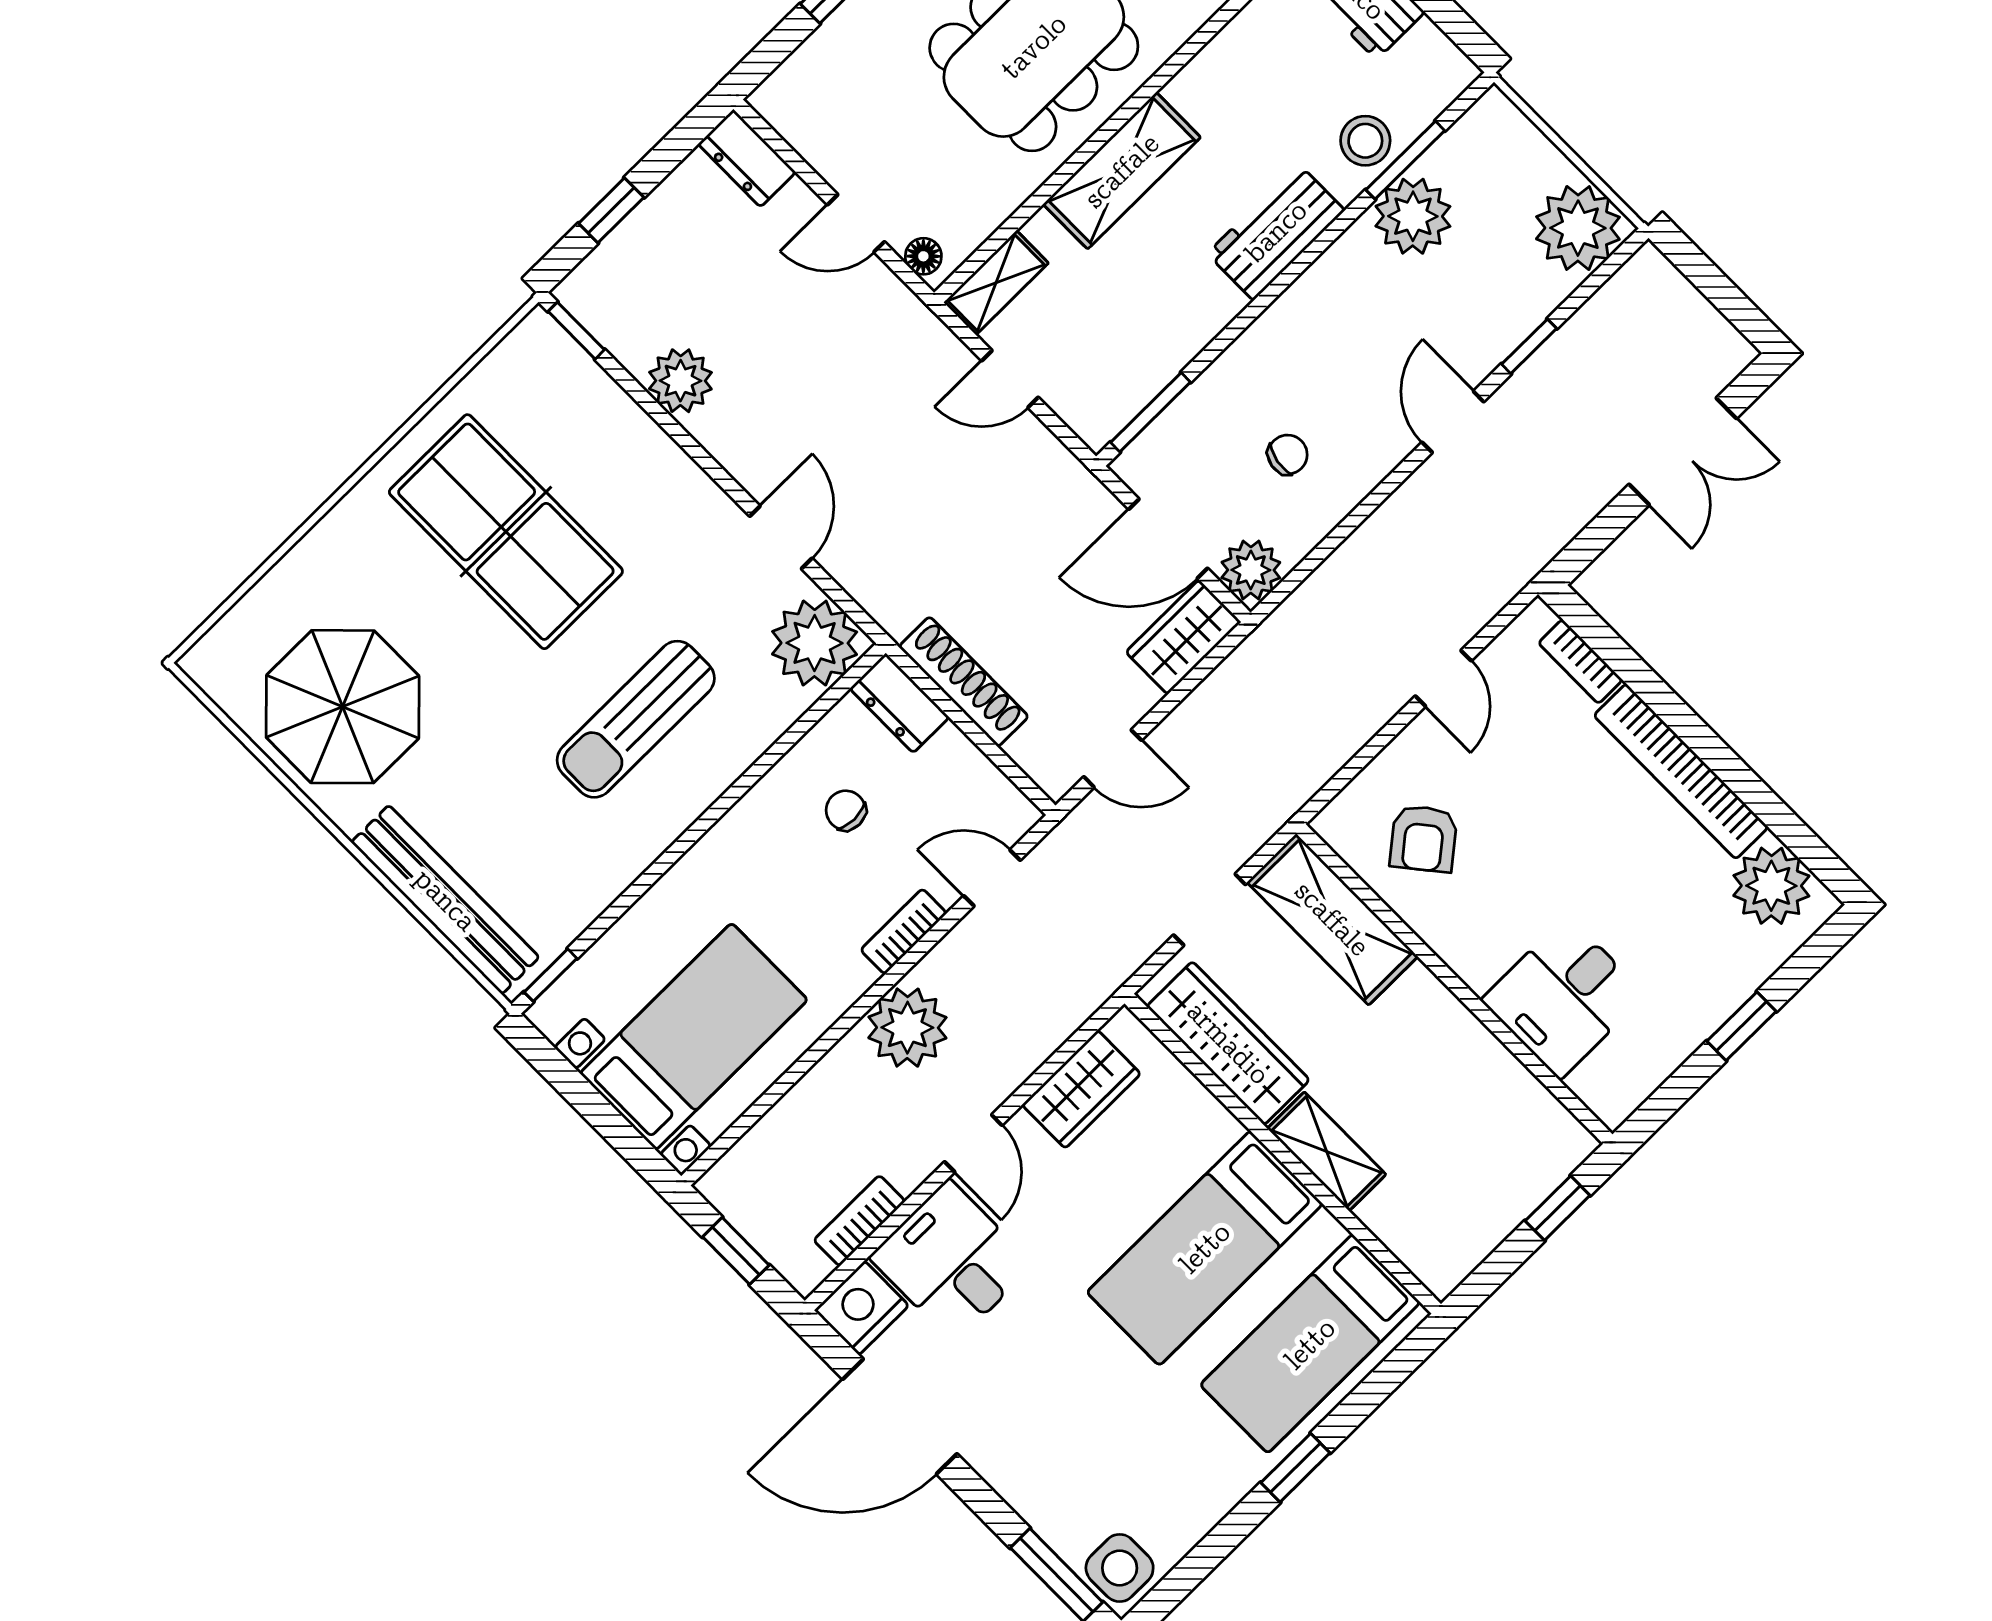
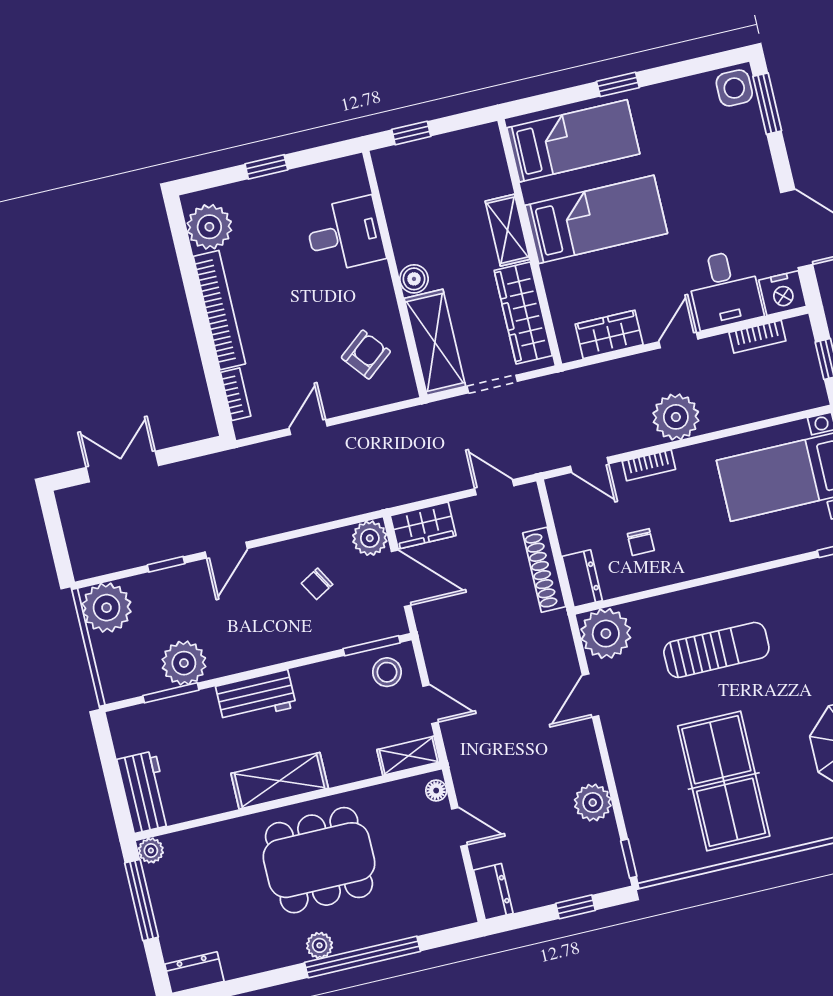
stool: (1365, 141) -> (387, 672), moved
shelving: (1122, 171) -> (280, 781), moved
chair: (1288, 455) -> (317, 584), turned -40
boiler: (1421, 994) -> (414, 279), added

